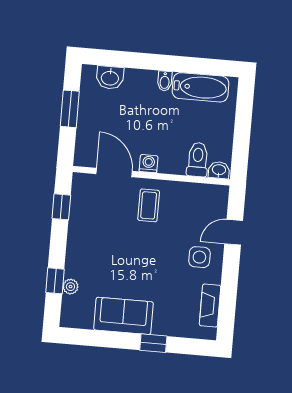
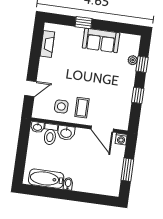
washbasin: (110, 78) -> (66, 133), moved, turned 180
washing machine: (149, 164) -> (121, 139), moved
window: (61, 207) -> (138, 95), moved
side table: (199, 257) -> (61, 106), moved

